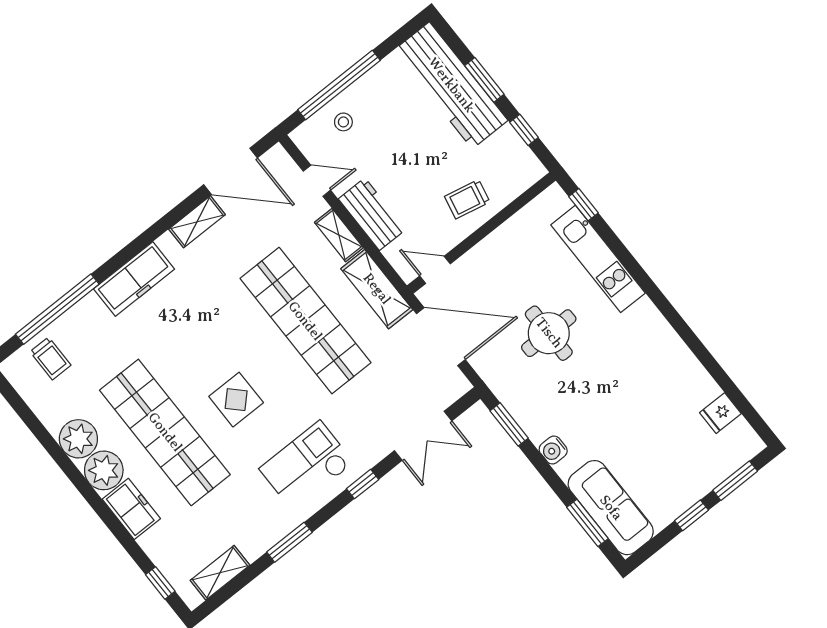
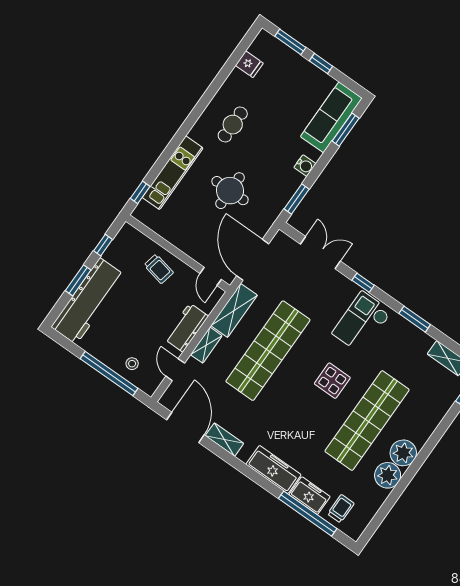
cafe table: (642, 364) -> (233, 125), added
checkout: (306, 466) -> (362, 322), turned 90
freezer: (131, 509) -> (310, 496), moved, turned 90

